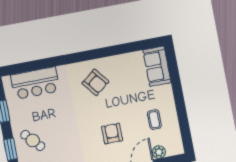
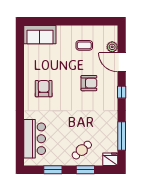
armchair: (95, 82) -> (44, 89), turned -52
armchair: (112, 134) -> (89, 83), turned 180

